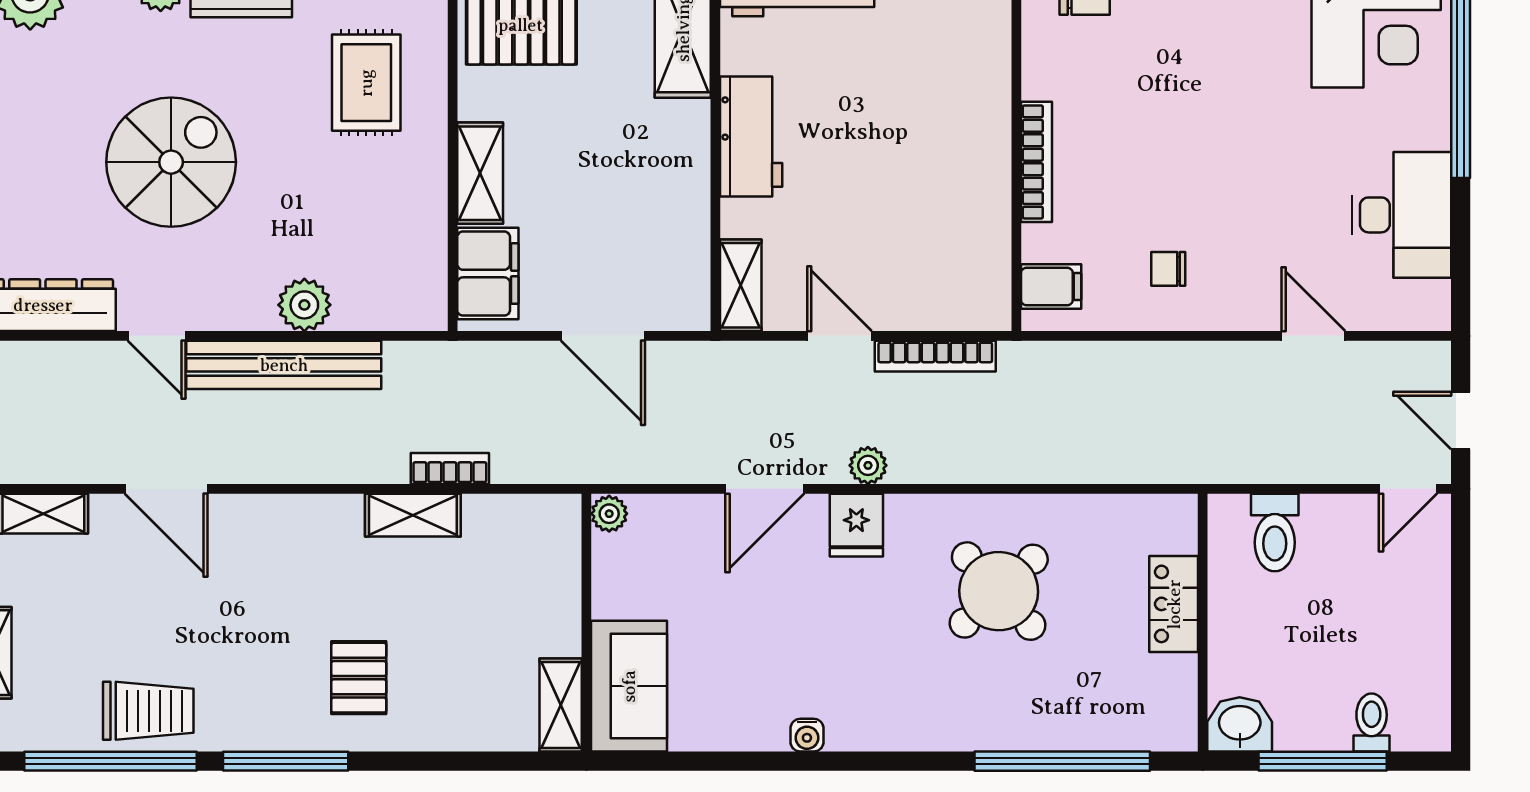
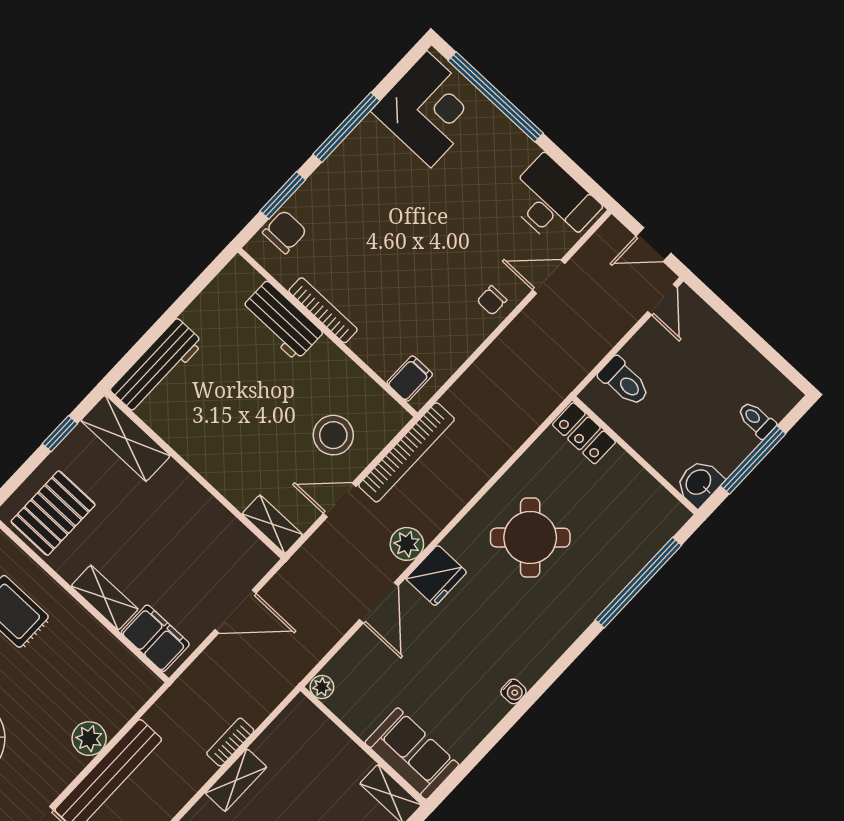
workbench: (751, 136) -> (282, 321), moved, turned 180
bookcase: (1037, 162) -> (323, 310), moved
desk: (1402, 215) -> (552, 202), moved
stool: (906, 260) -> (333, 435), added
chair: (1168, 269) -> (492, 300), moved
bookcase: (935, 356) -> (406, 452), width x1.48, depth x1.31
plant: (868, 465) -> (407, 544), width x1.38, depth x1.38
fridge: (856, 525) -> (436, 576), width x1.38
locker: (1174, 604) -> (584, 433), moved

